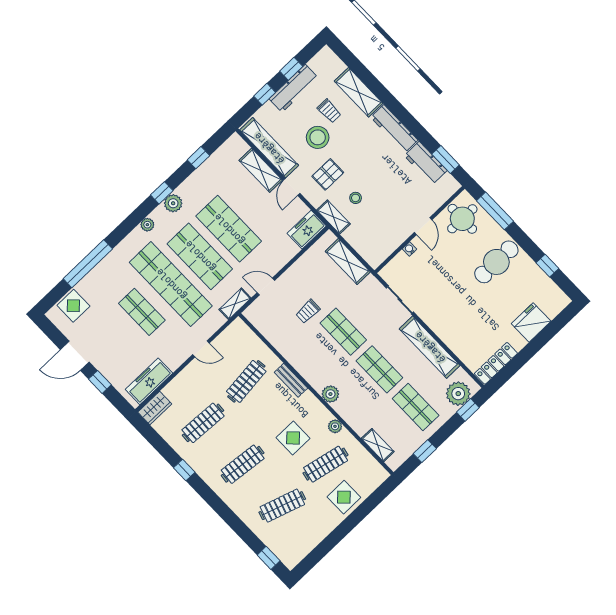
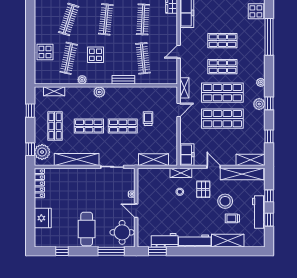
shelving: (261, 170) -> (251, 160), moved
shop shelf: (171, 284) -> (222, 67), width x0.50, depth x0.74
shop shelf: (416, 407) -> (55, 126), turned 90

